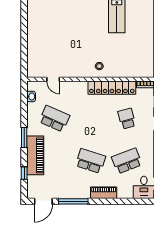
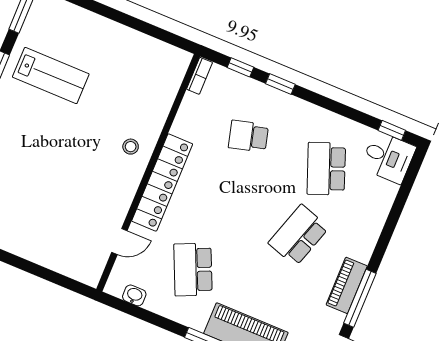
locker: (112, 88) -> (162, 182), moved
school desk: (54, 119) -> (193, 270), turned -48
piano: (104, 193) -> (347, 285), moved

